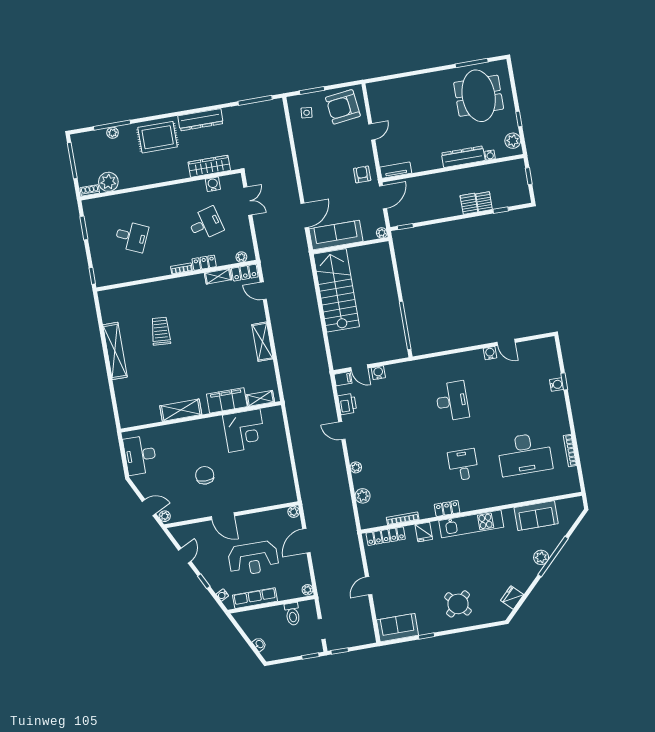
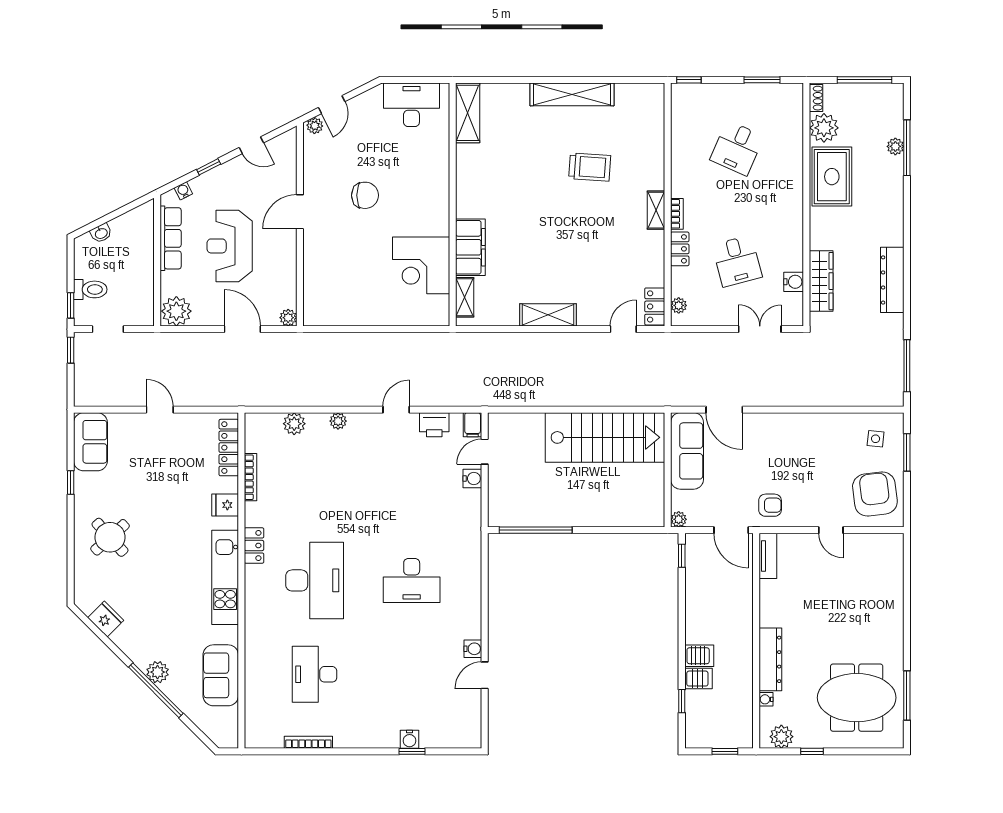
rug: (158, 137) -> (832, 177), moved
double door: (248, 201) -> (760, 329), swing flipped
shelving: (218, 276) -> (656, 210), moved
shelving: (181, 410) -> (468, 113), moved
desk: (525, 454) -> (315, 674), width x0.73, depth x0.77
desk: (463, 465) -> (315, 580), width x1.87, depth x1.30
plant: (307, 590) -> (176, 311), width x1.88, depth x1.88
toilet: (292, 614) -> (90, 289), moved, turned 180

